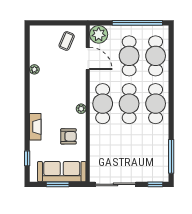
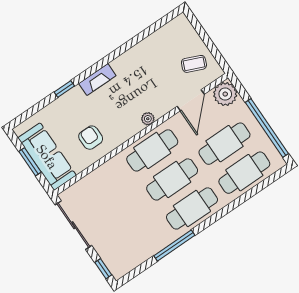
plant: (34, 69) -> (138, 50), removed
plant: (81, 109) -> (148, 119), moved
fireplace: (35, 127) -> (97, 80), moved
armchair: (68, 136) -> (91, 138), turned 180
window: (171, 156) -> (174, 245), moved
window: (27, 158) -> (64, 89), moved

